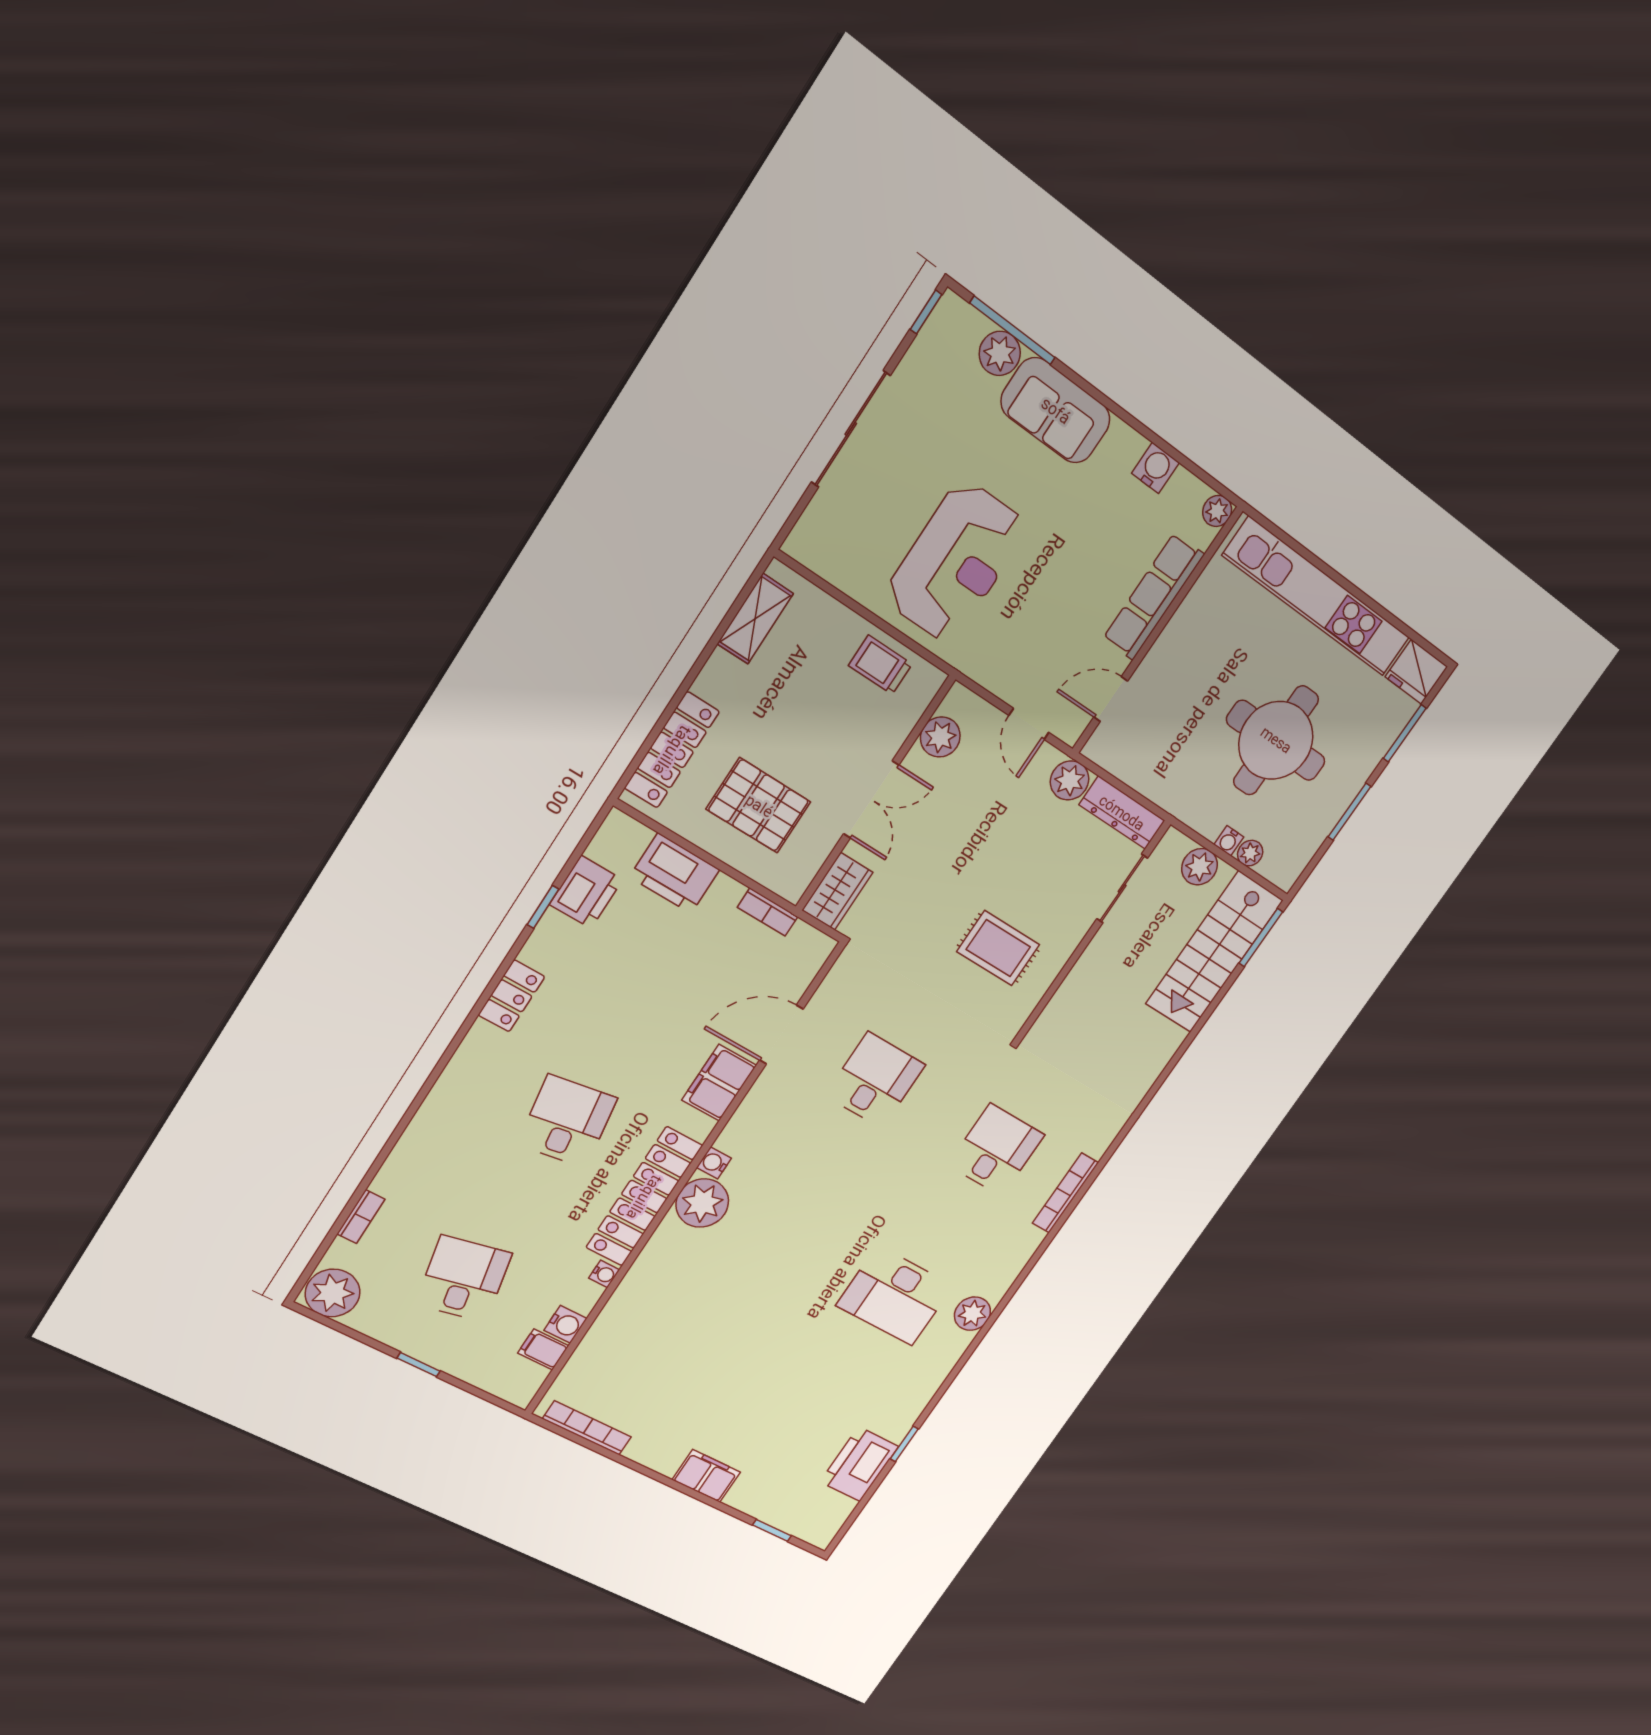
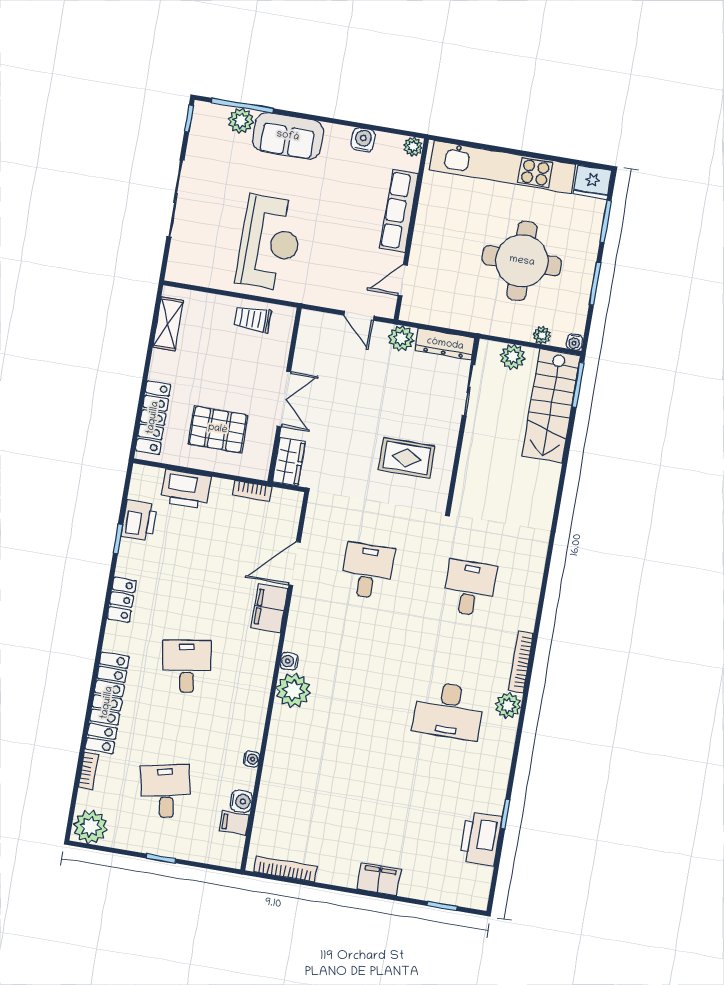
plant: (940, 737) -> (308, 345), removed
water cooler: (1229, 841) -> (574, 342), moved
bookcase: (1065, 1193) -> (521, 662), moved
locker: (644, 1197) -> (107, 703), moved, turned 180

